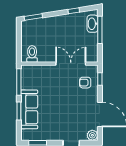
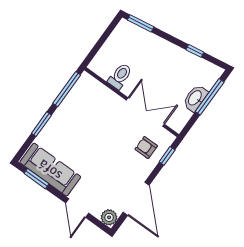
washbasin: (93, 24) -> (195, 98), moved
toilet: (32, 54) -> (120, 76), moved
sofa: (29, 109) -> (50, 170), moved, turned -90

